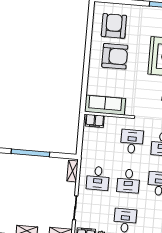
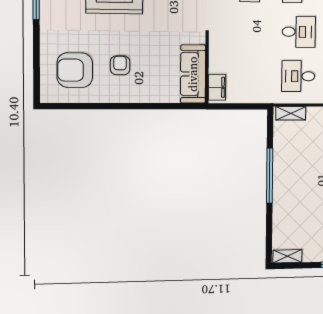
armchair: (115, 56) -> (120, 65), width x0.53, depth x0.53
desk: (132, 141) -> (242, 31), removed
desk: (98, 178) -> (298, 76), turned 180

